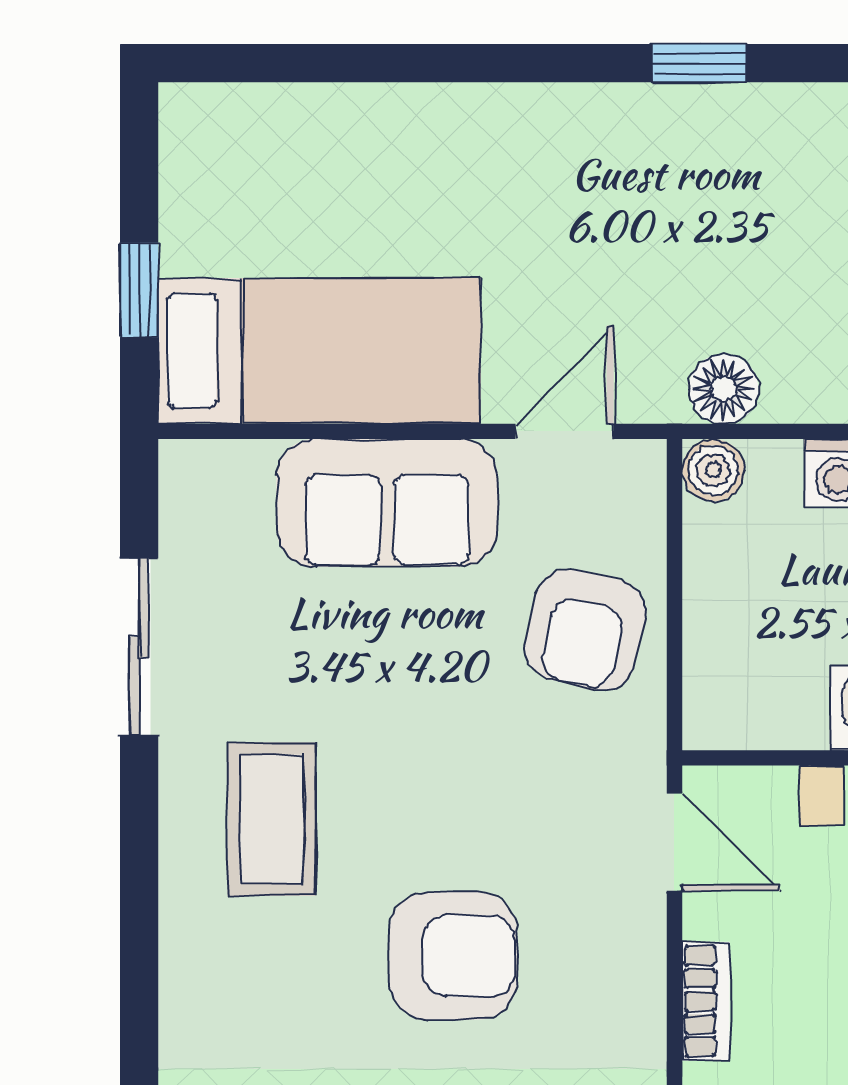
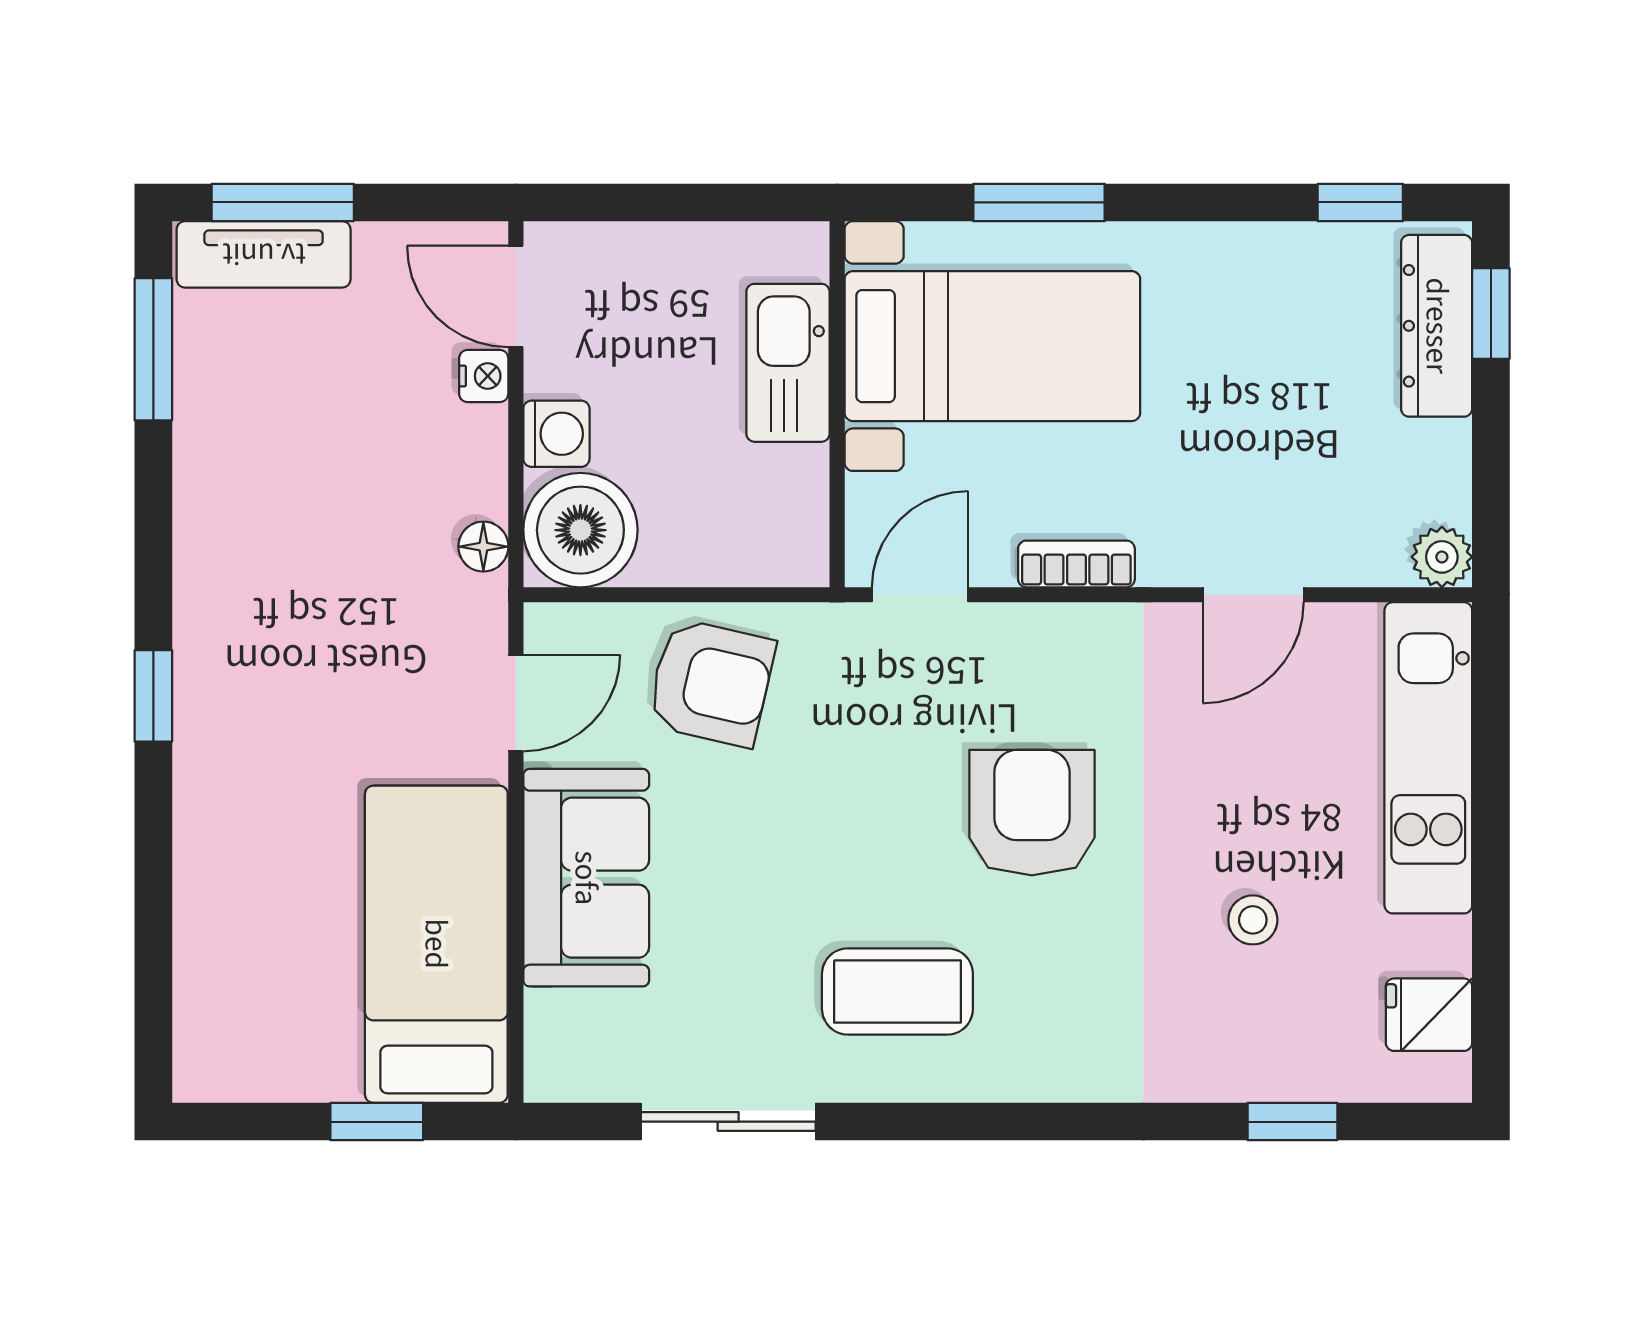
window: (700, 63) -> (153, 696), moved
floor lamp: (723, 389) -> (483, 547), width x0.73, depth x0.73
door: (564, 431) -> (516, 703), swing flipped
boiler: (713, 470) -> (580, 530), width x1.86, depth x1.86

